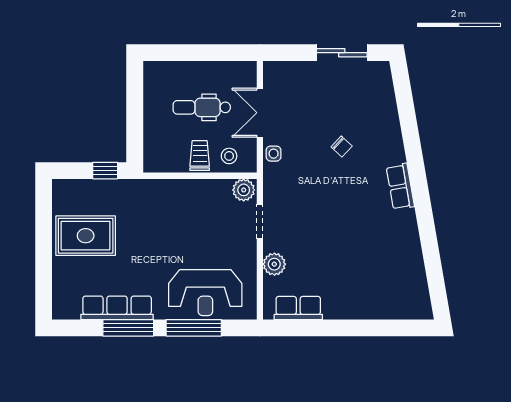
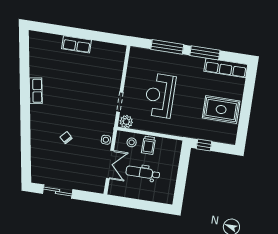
dental chair: (202, 107) -> (143, 173), turned 180
row of seats: (400, 187) -> (36, 91), moved
plant: (274, 264) -> (115, 76), removed
reception desk: (205, 293) -> (160, 95), moved, turned -90
row of seats: (117, 308) -> (226, 68), moved
row of seats: (298, 308) -> (77, 44), moved

